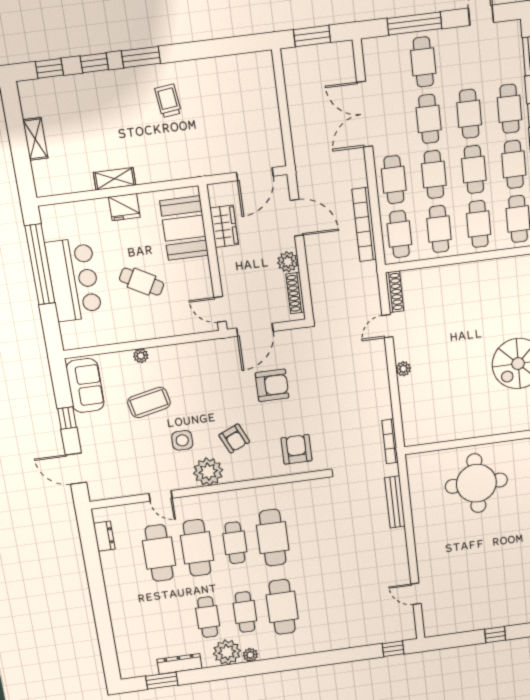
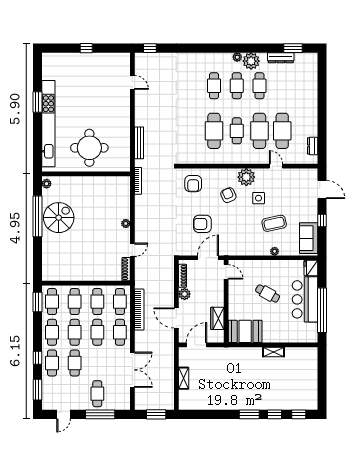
trolley: (168, 101) -> (238, 390), removed
cafe table: (429, 119) -> (97, 363), removed
shelving: (35, 139) -> (184, 378), moved
fridge: (124, 207) -> (311, 268), moved, turned -90
booth: (184, 228) -> (245, 331), moved, turned 90
cafe table: (282, 607) -> (214, 86), width x0.73, depth x0.74

